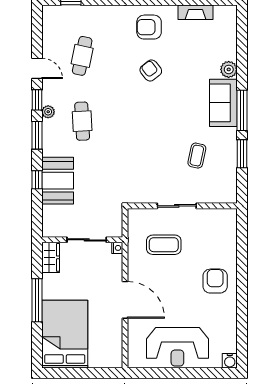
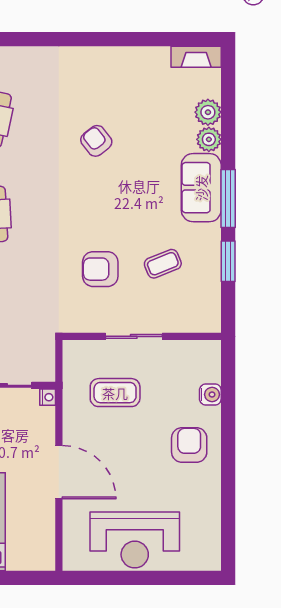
fireplace: (195, 12) -> (196, 57), moved
armchair: (149, 27) -> (100, 269), moved
plant: (228, 51) -> (208, 112), added
coffee table: (197, 156) -> (163, 264), turned 56
water cooler: (230, 361) -> (210, 394), moved, turned -90

